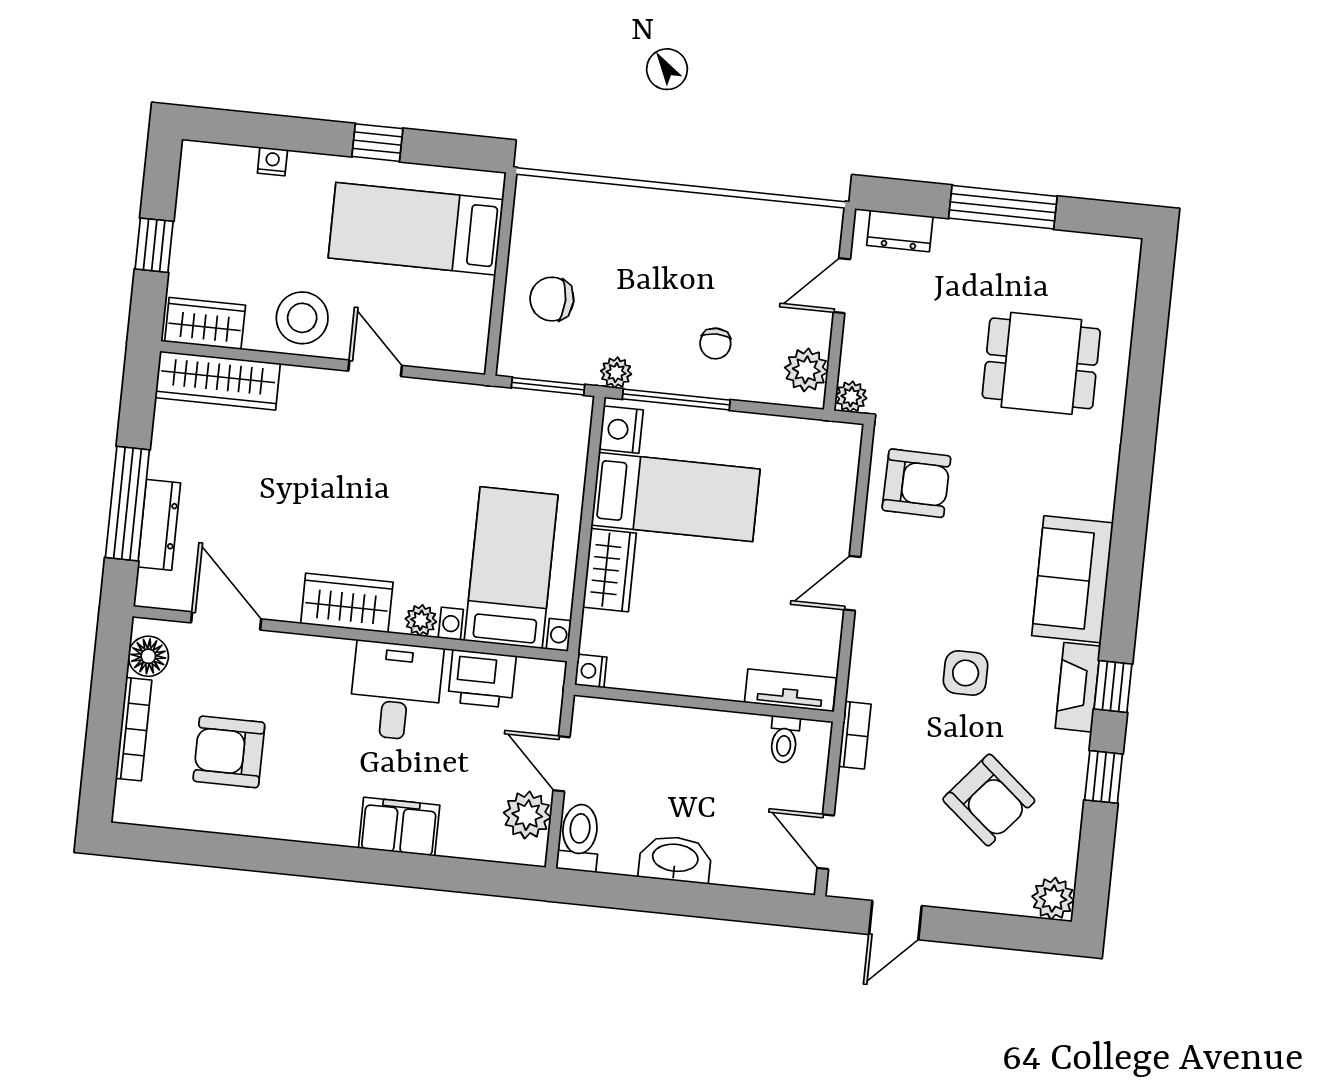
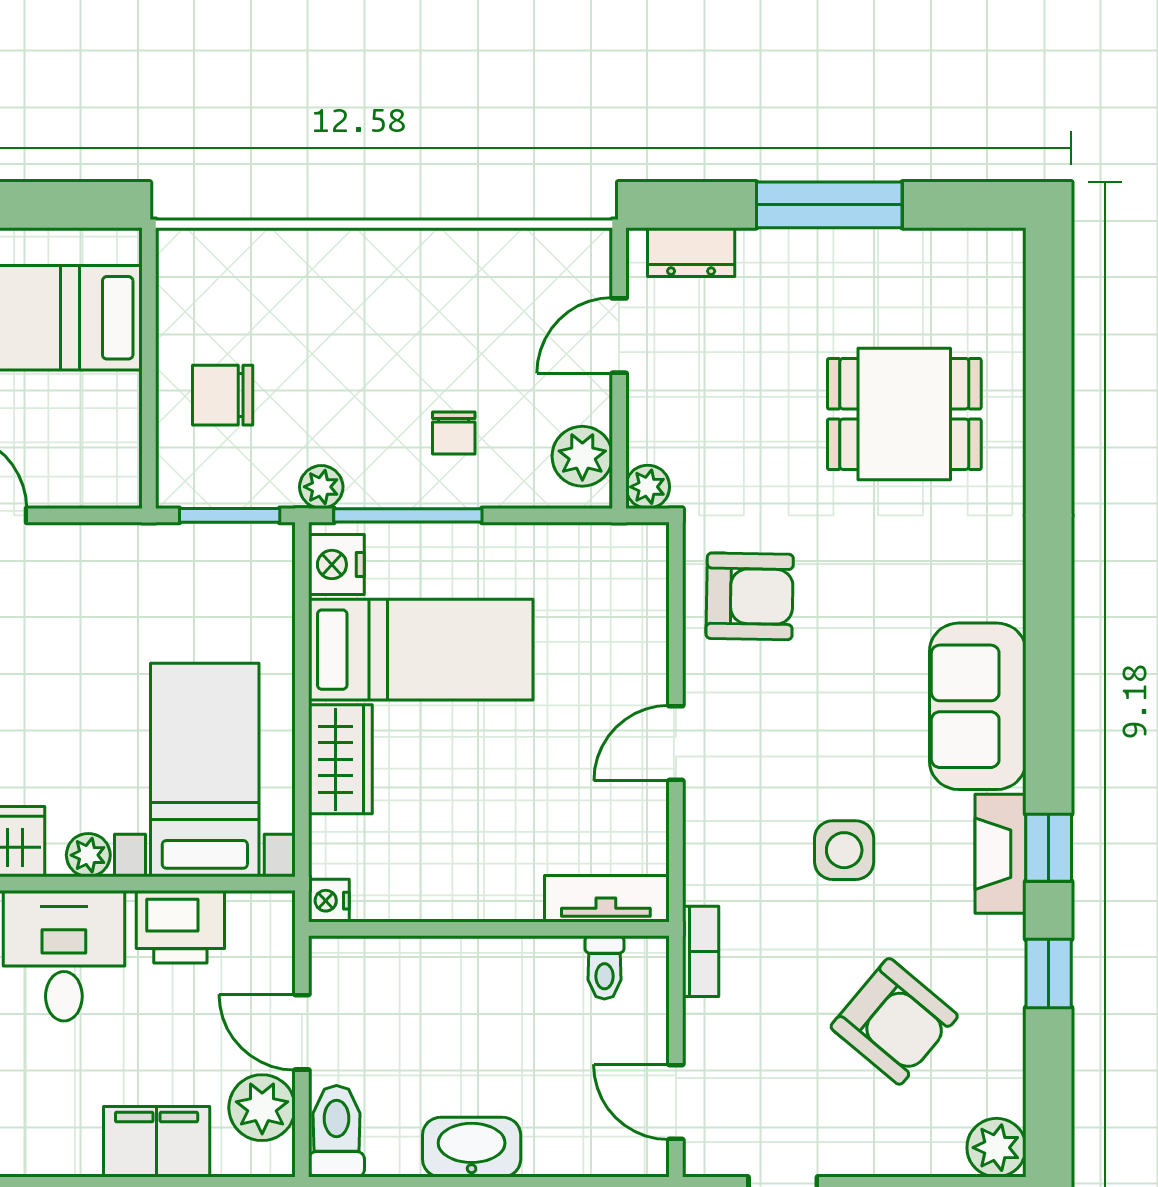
filing cabinet: (399, 827) -> (157, 1142), moved

